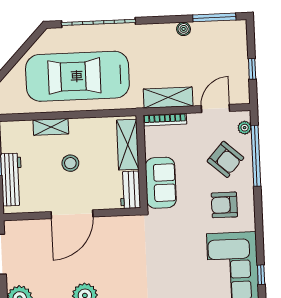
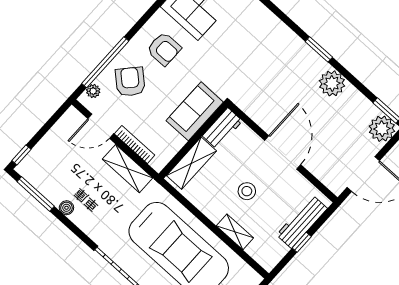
window: (252, 69) -> (21, 155), moved
bookcase: (165, 120) -> (135, 144), moved
door: (72, 214) -> (283, 152), hinge flipped

